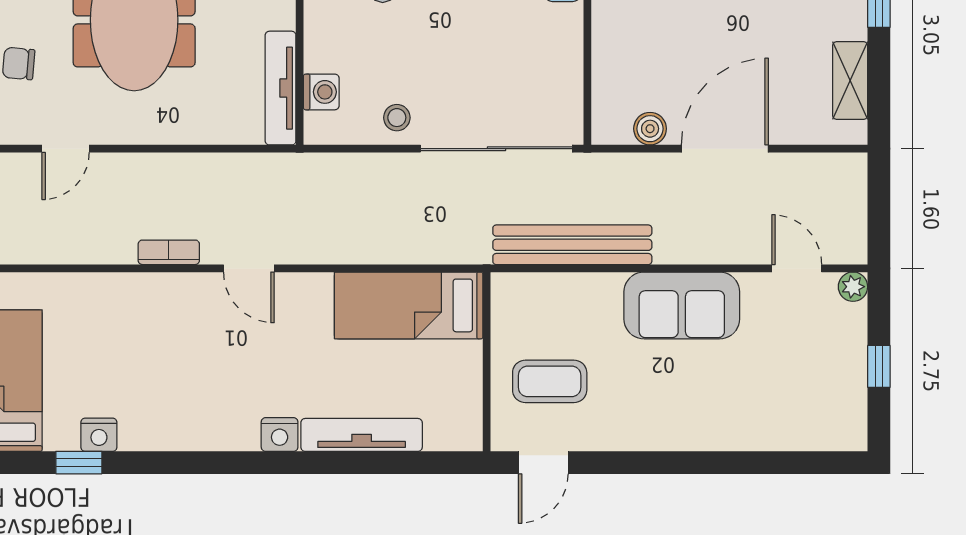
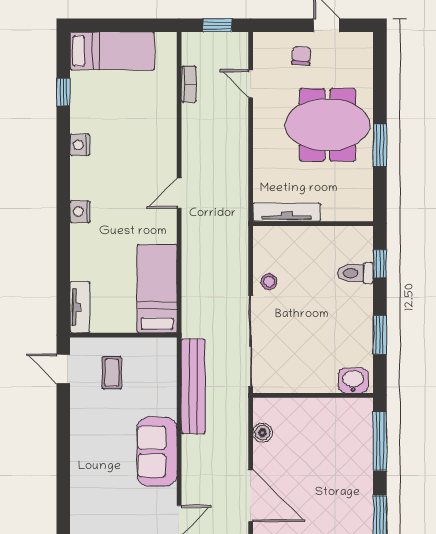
washing machine: (321, 92) -> (284, 236), removed
door: (725, 149) -> (251, 496), moved
bookcase: (169, 252) -> (189, 84), moved
coffee table: (550, 381) -> (112, 373), width x0.73, depth x0.77
nightstand: (99, 435) -> (80, 145), moved
tv unit: (362, 435) -> (80, 307), moved, width x0.71

